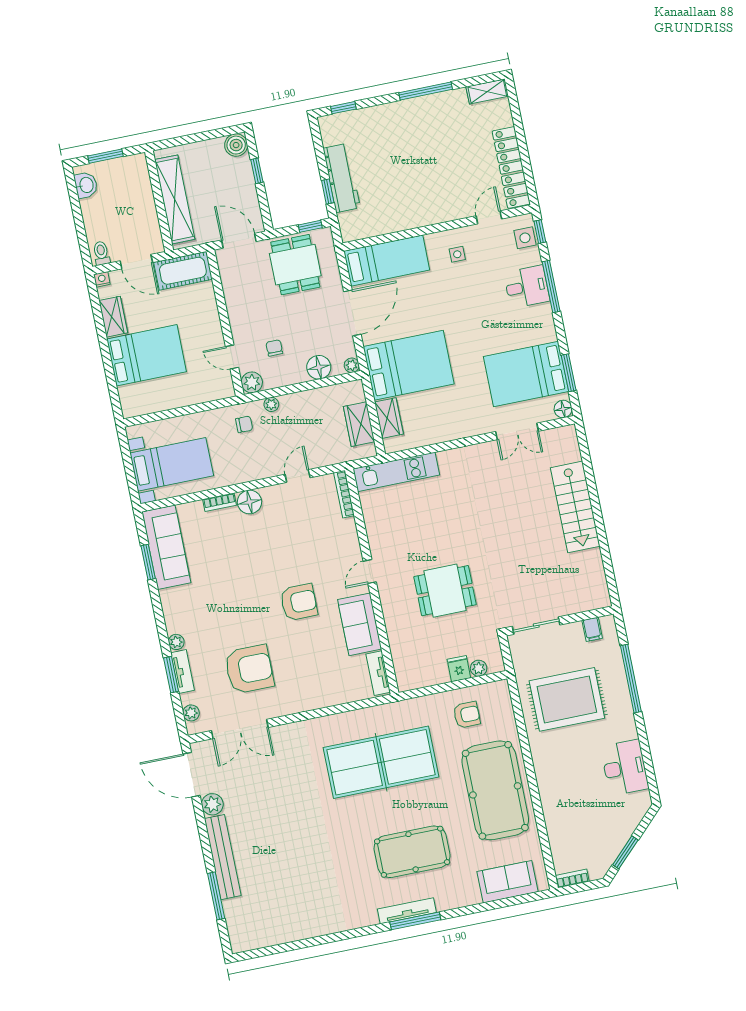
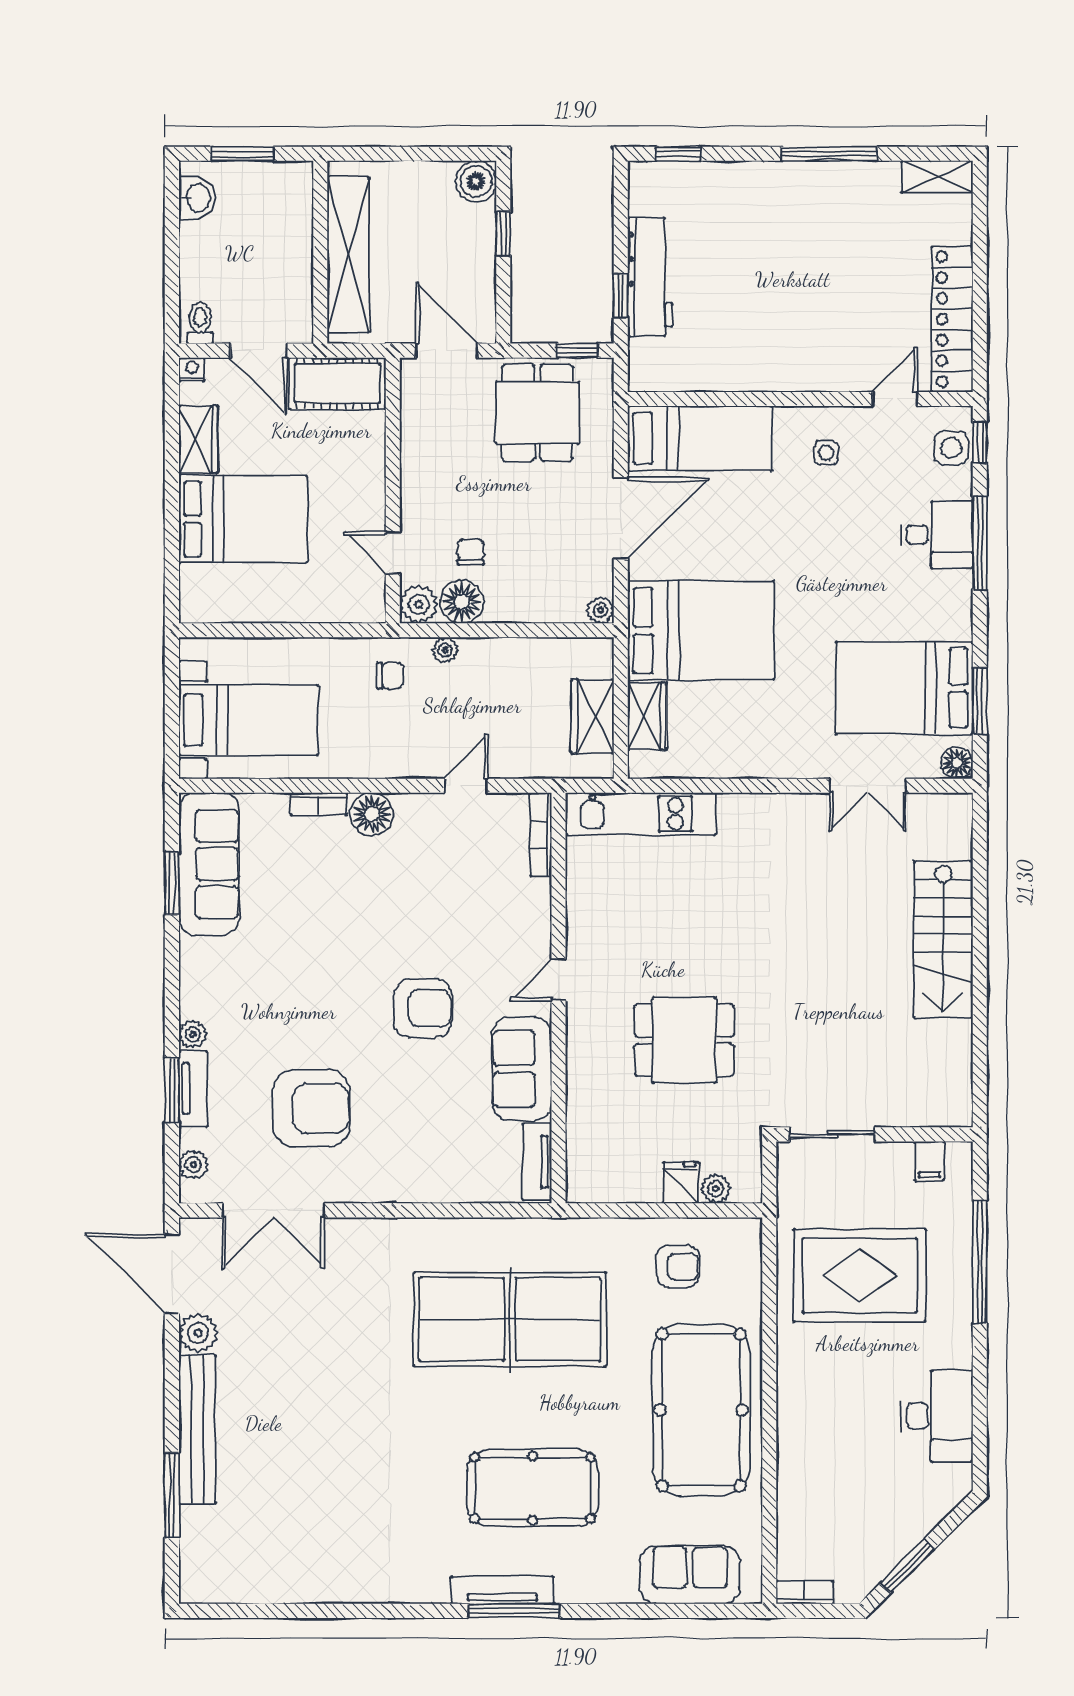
floor lamp: (319, 367) -> (462, 602), moved

